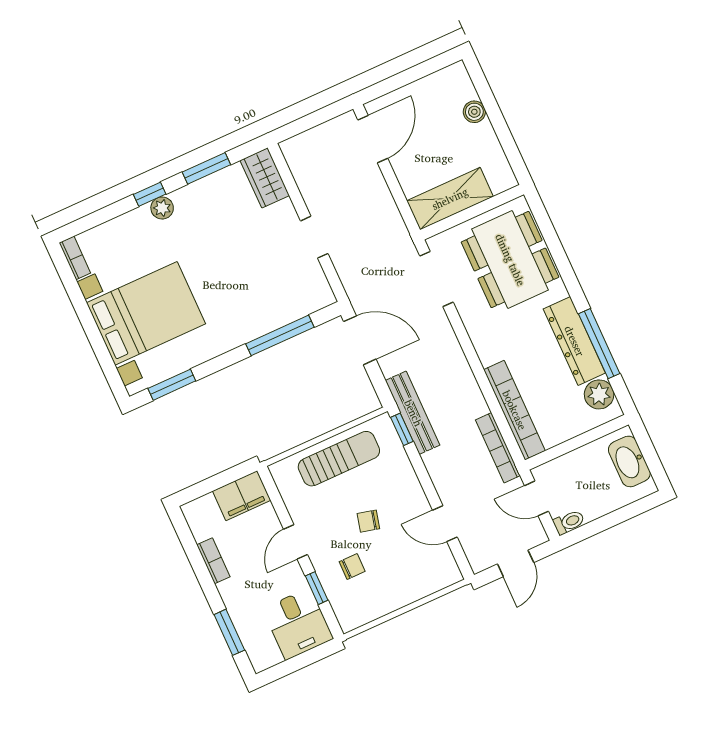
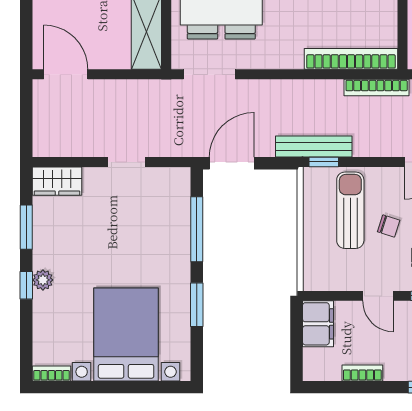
window: (172, 385) -> (197, 305), moved
sun lounger: (339, 459) -> (350, 210), moved
chair: (368, 521) -> (389, 226), turned -86

